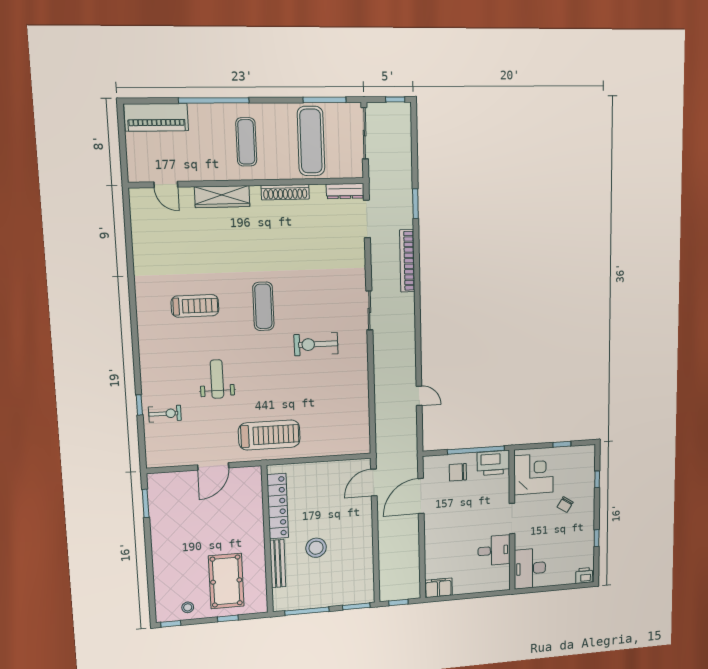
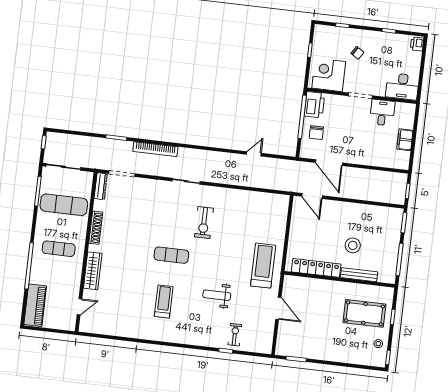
filing cabinet: (438, 588) -> (405, 140), moved

